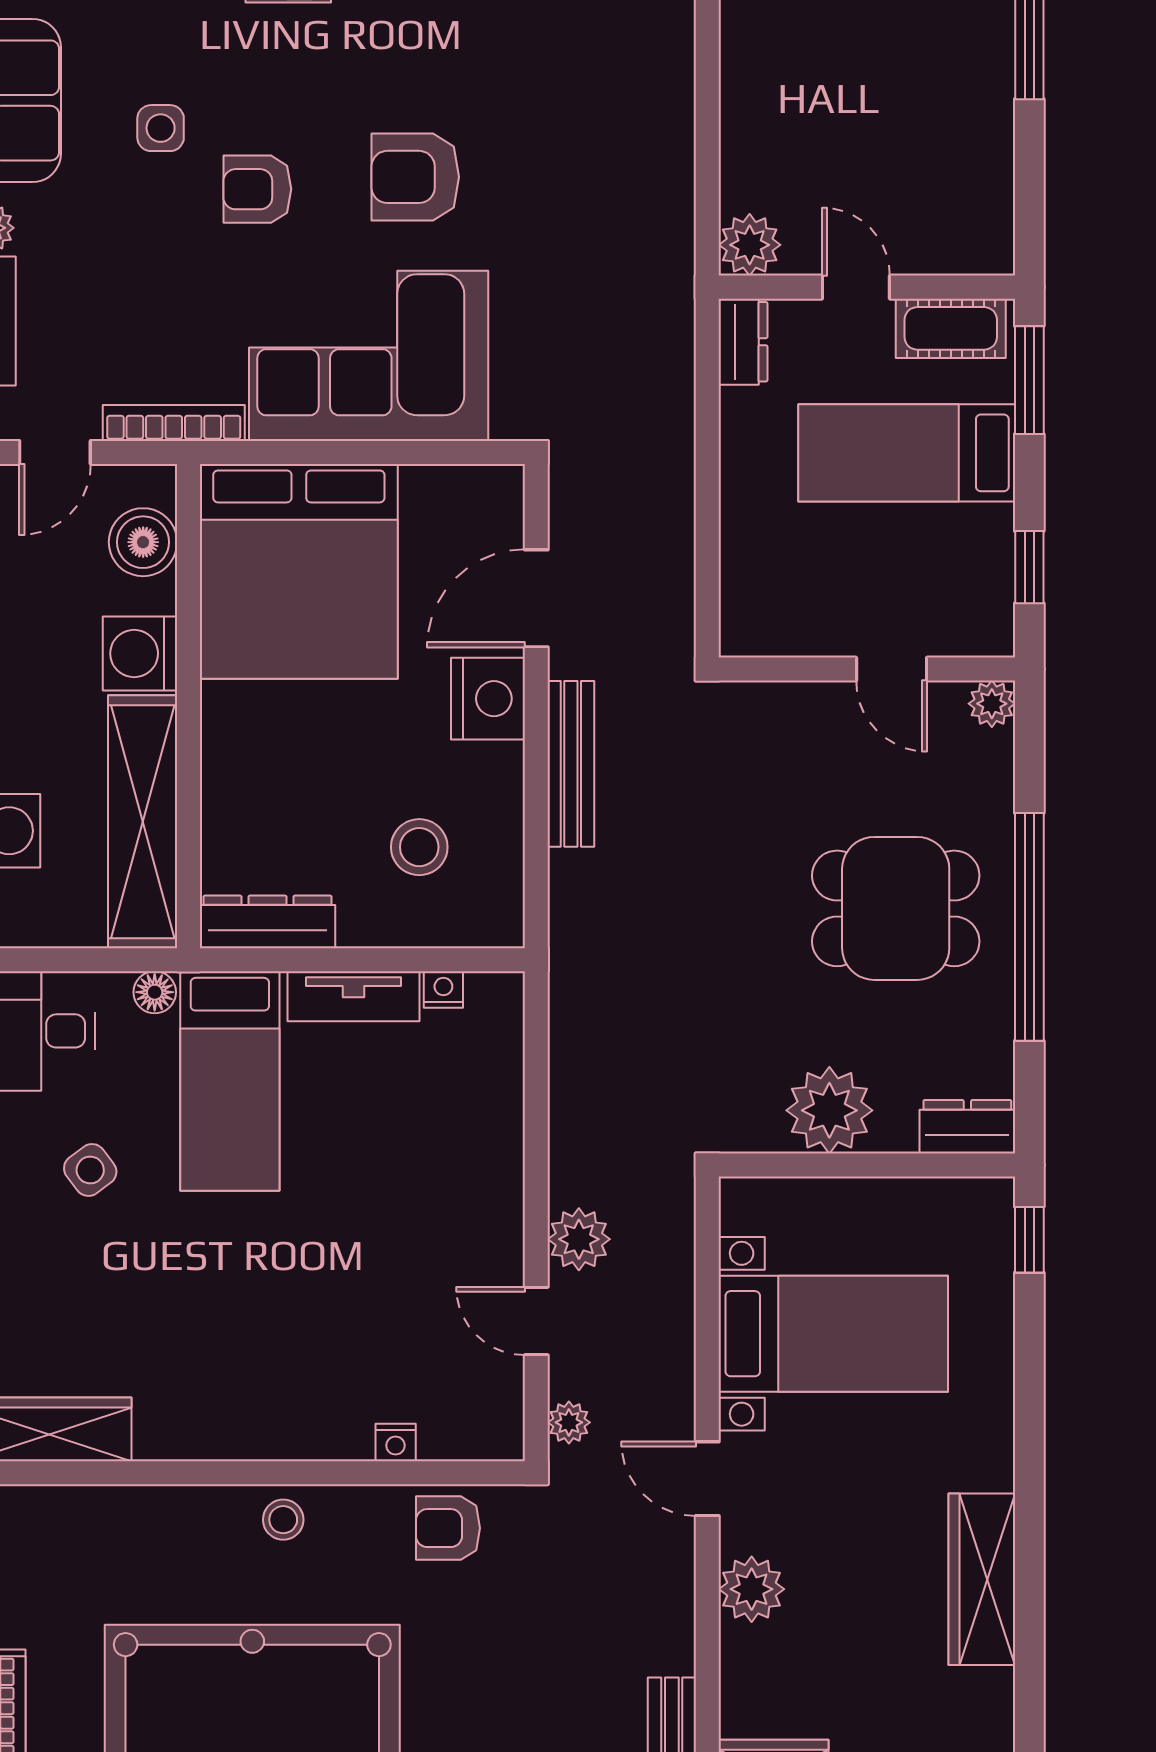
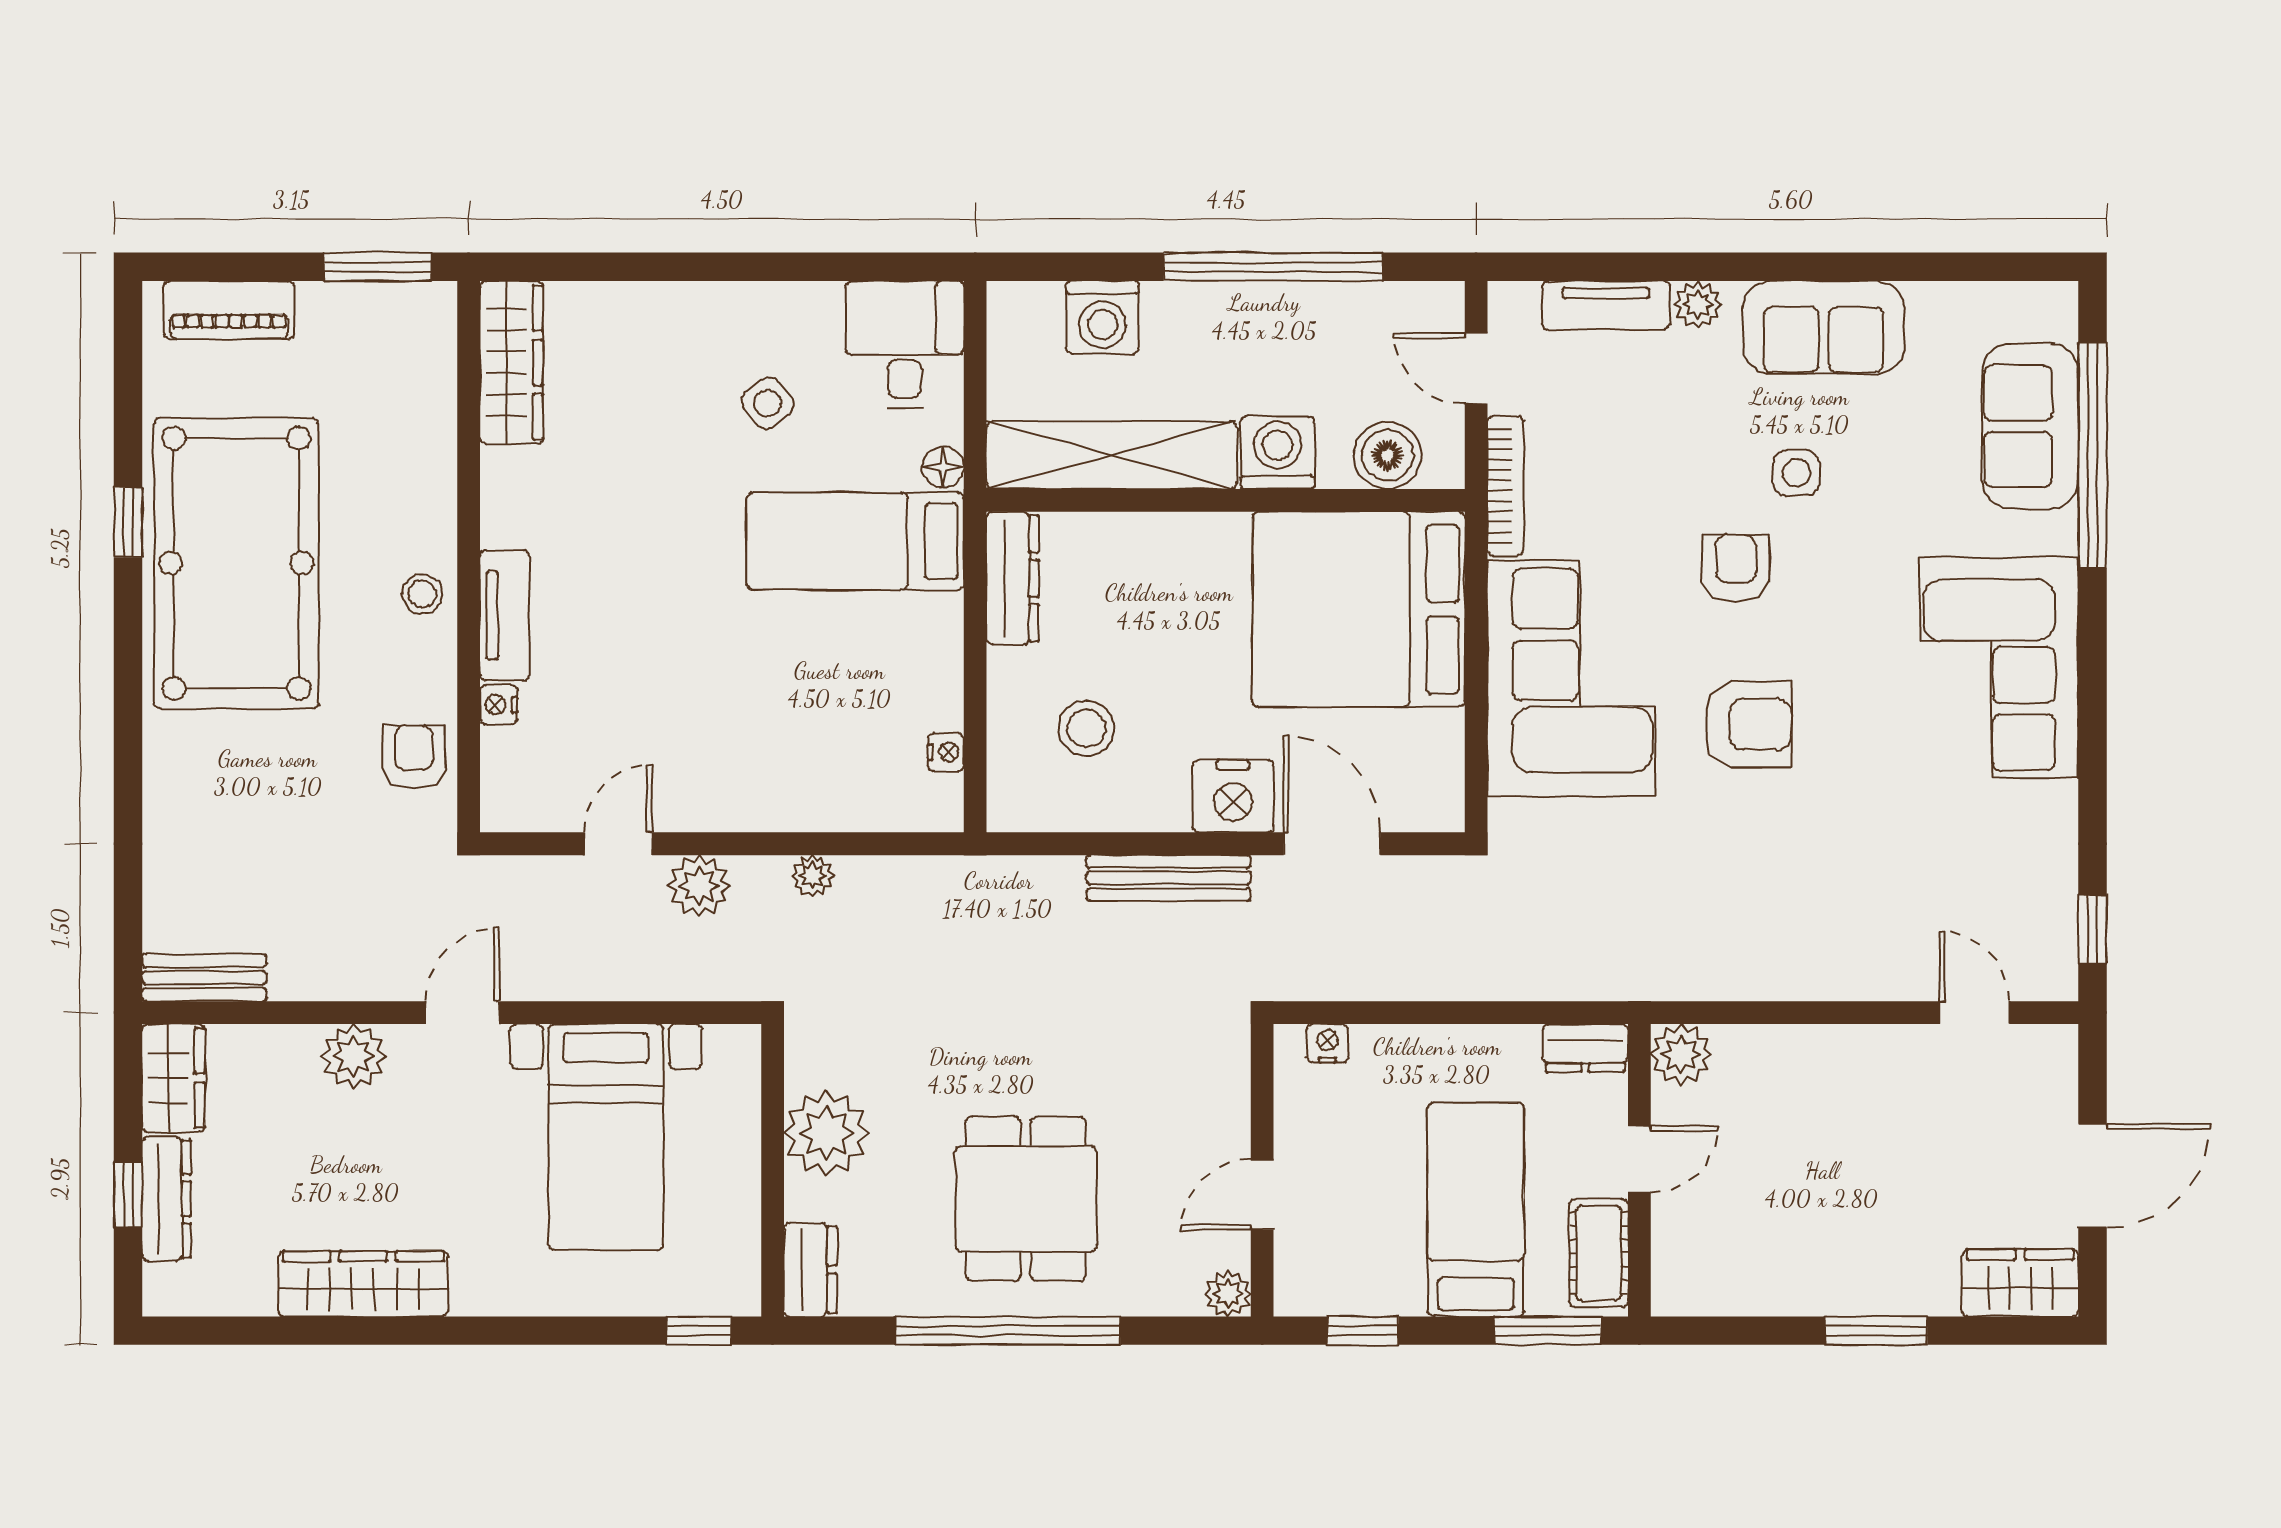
armchair: (415, 177) -> (1748, 724), turned 90
nightstand: (738, 603) -> (1327, 1043), added
tv unit: (354, 996) -> (505, 615), moved, turned 180
plant: (569, 1422) -> (812, 876), moved

